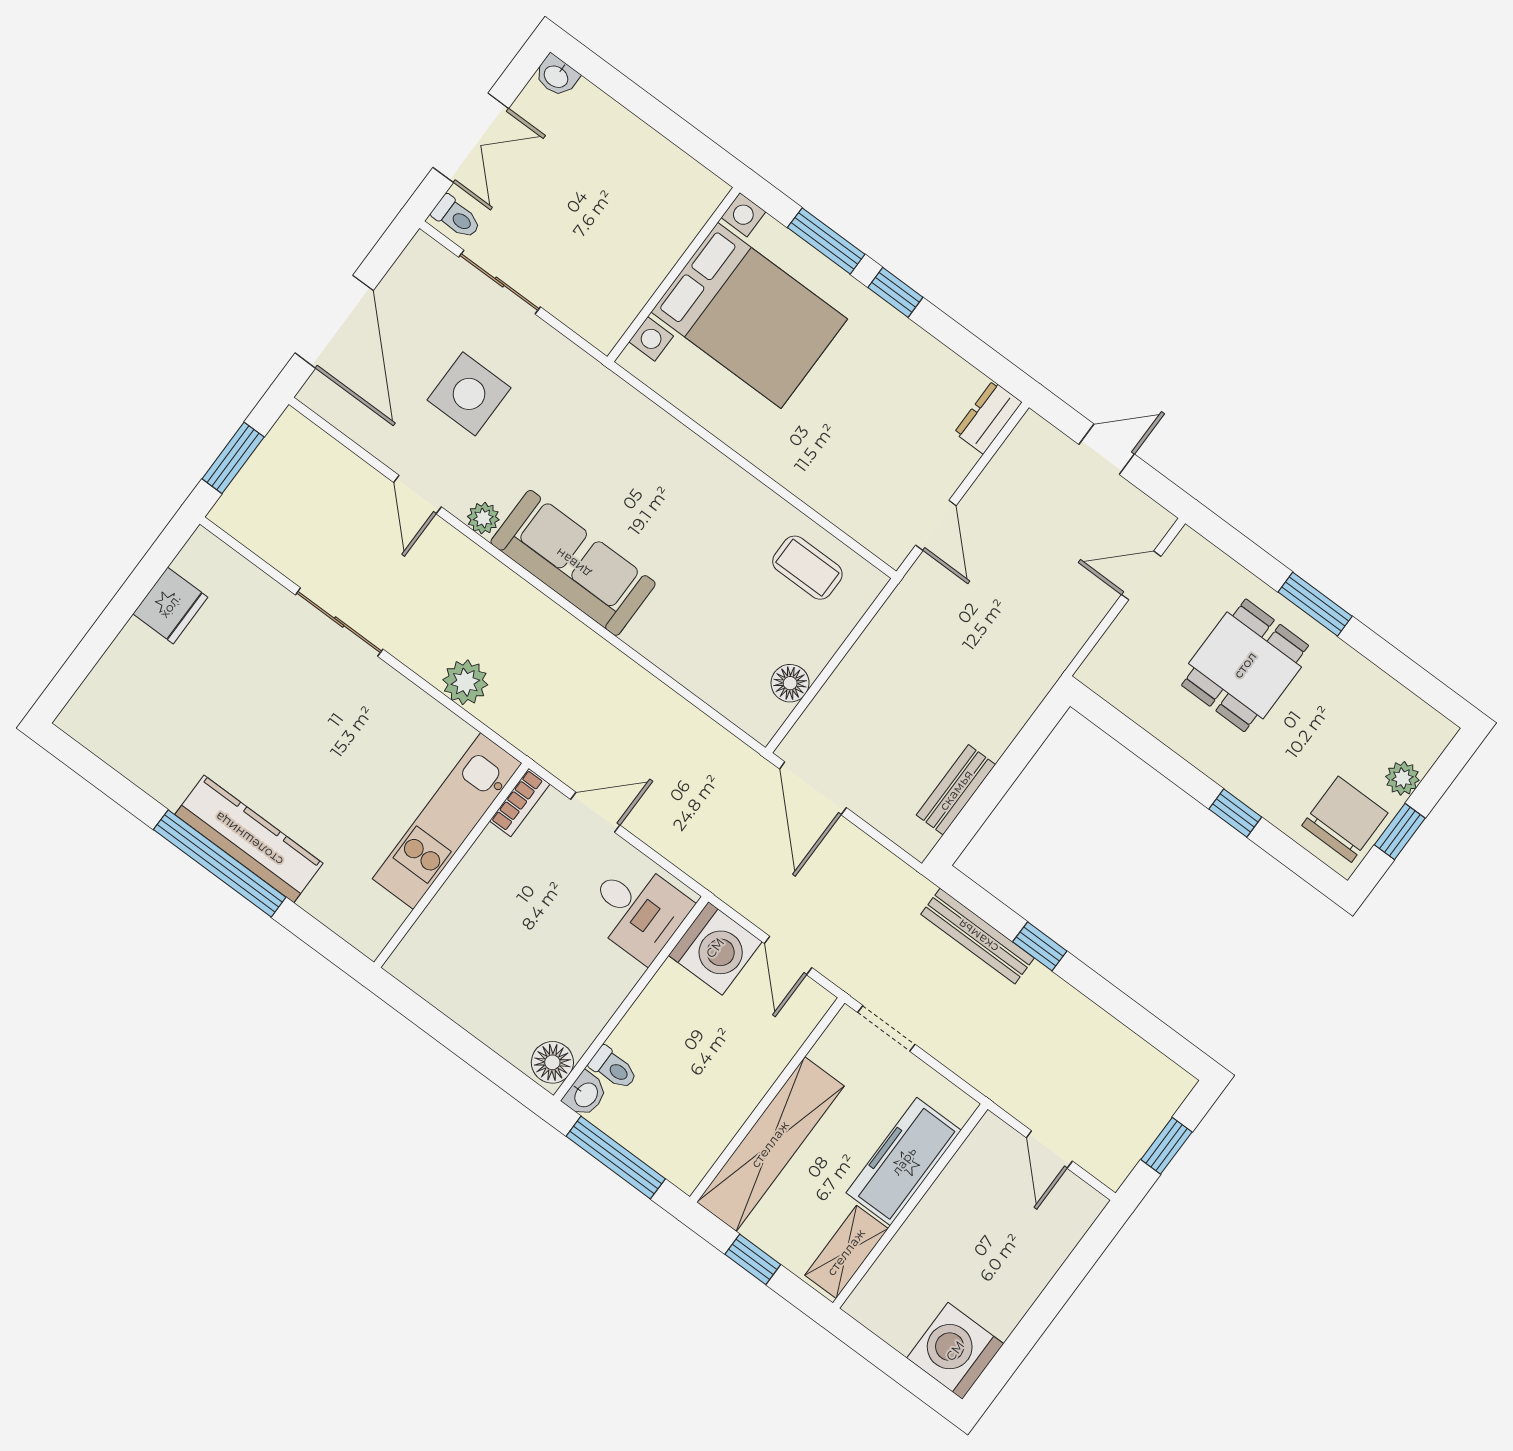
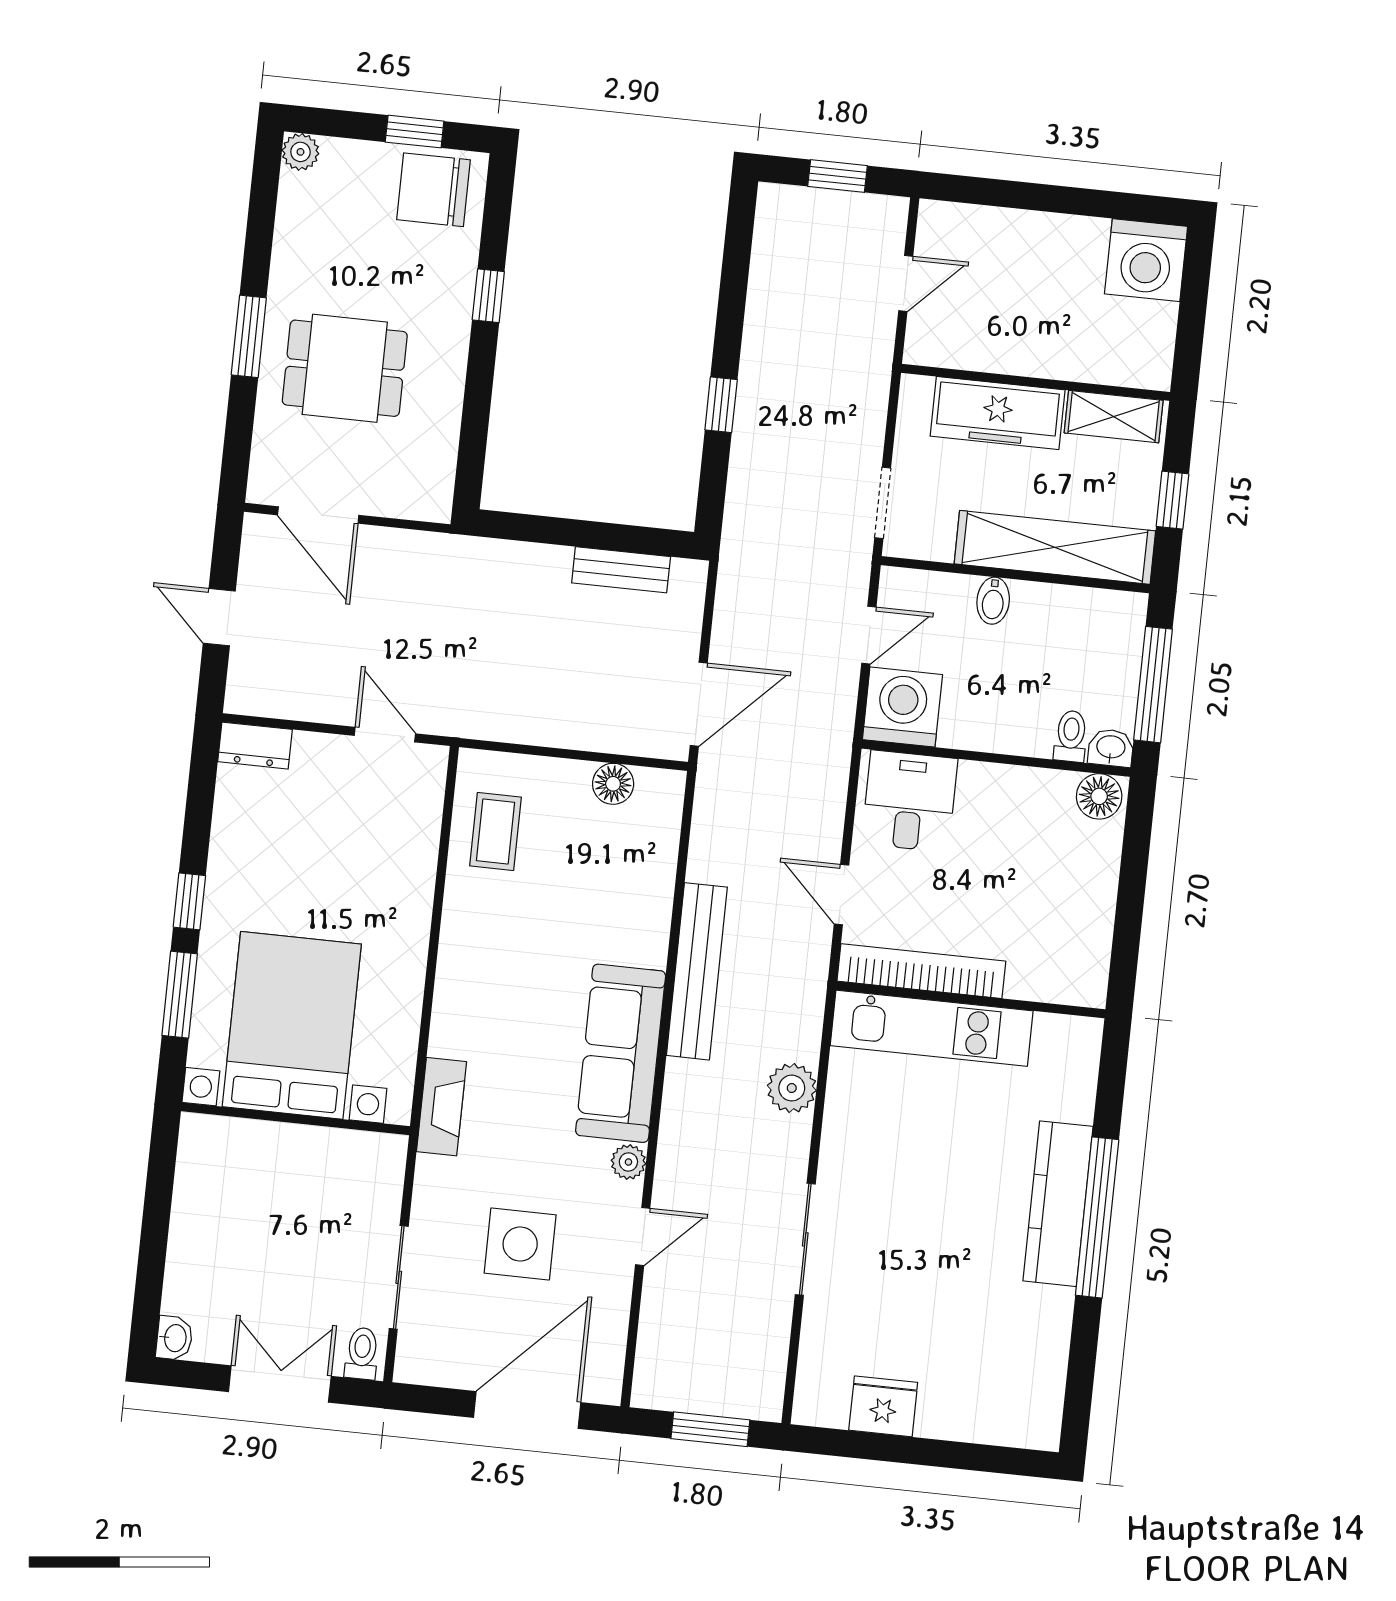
fireplace: (615, 396) -> (441, 1107), added
door: (936, 525) -> (385, 735), hinge flipped
door: (1141, 575) -> (318, 515), width x1.38
plant: (1402, 778) -> (300, 152), moved
bookcase: (520, 802) -> (921, 971), width x2.31, depth x1.31
bench: (978, 936) -> (697, 971), moved, width x1.37, depth x1.21
bidet: (757, 1070) -> (993, 601), added

